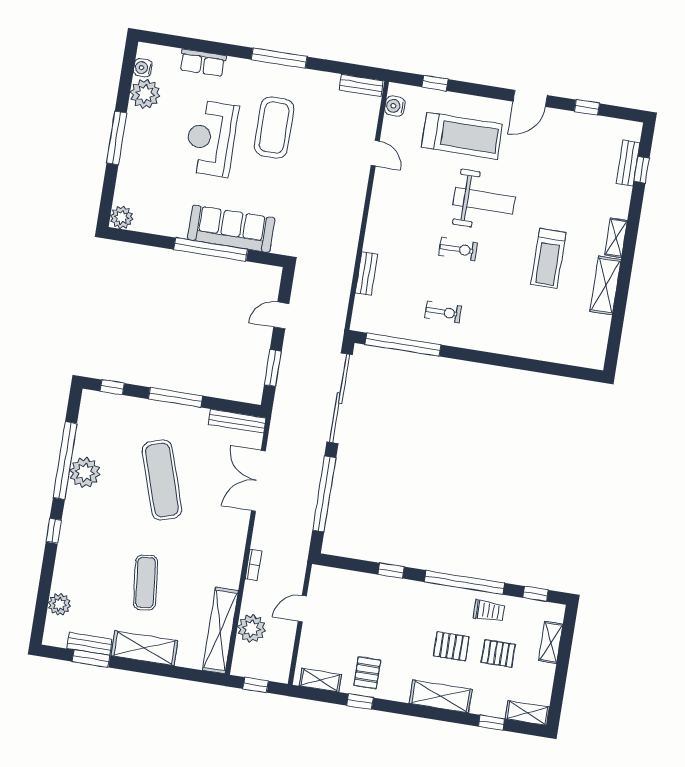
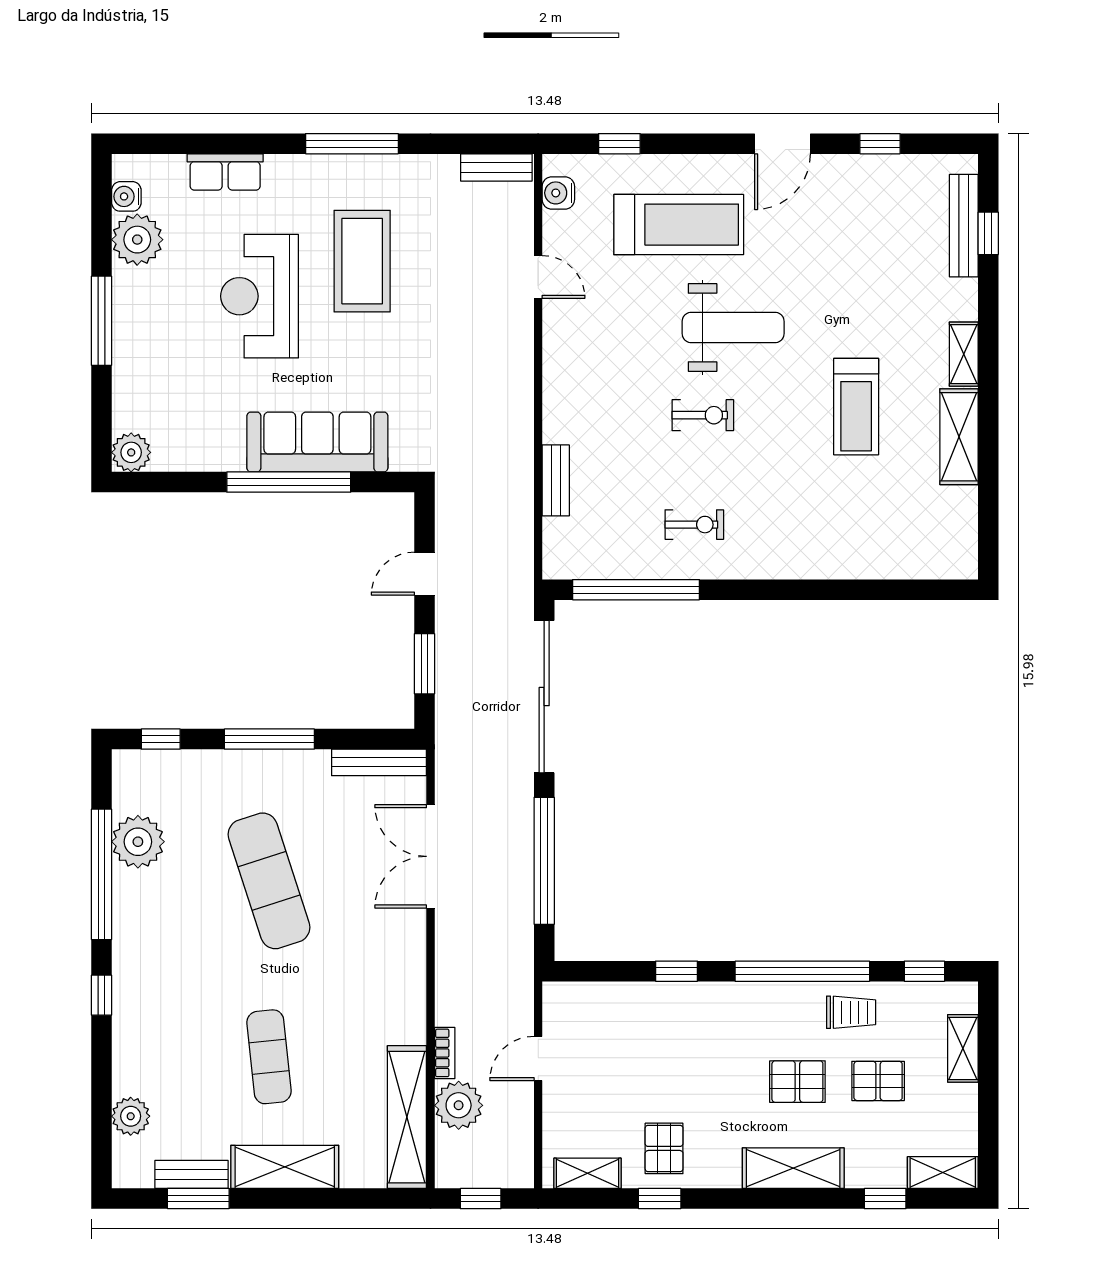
bench: (628, 163) -> (964, 226), width x1.36
plant: (85, 472) -> (138, 842), moved
bookcase: (253, 565) -> (445, 1053), moved

